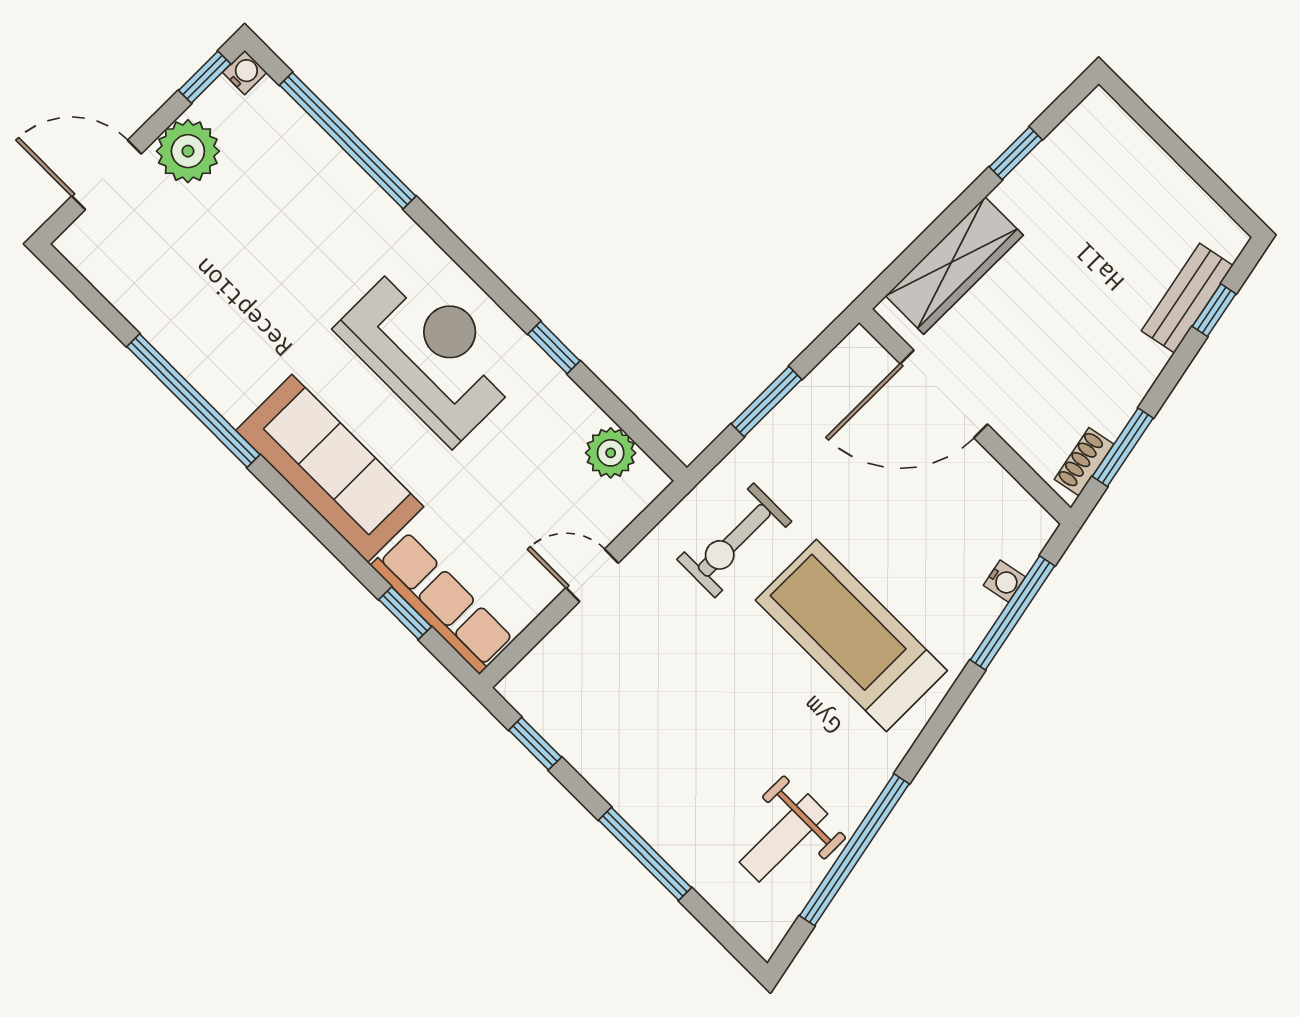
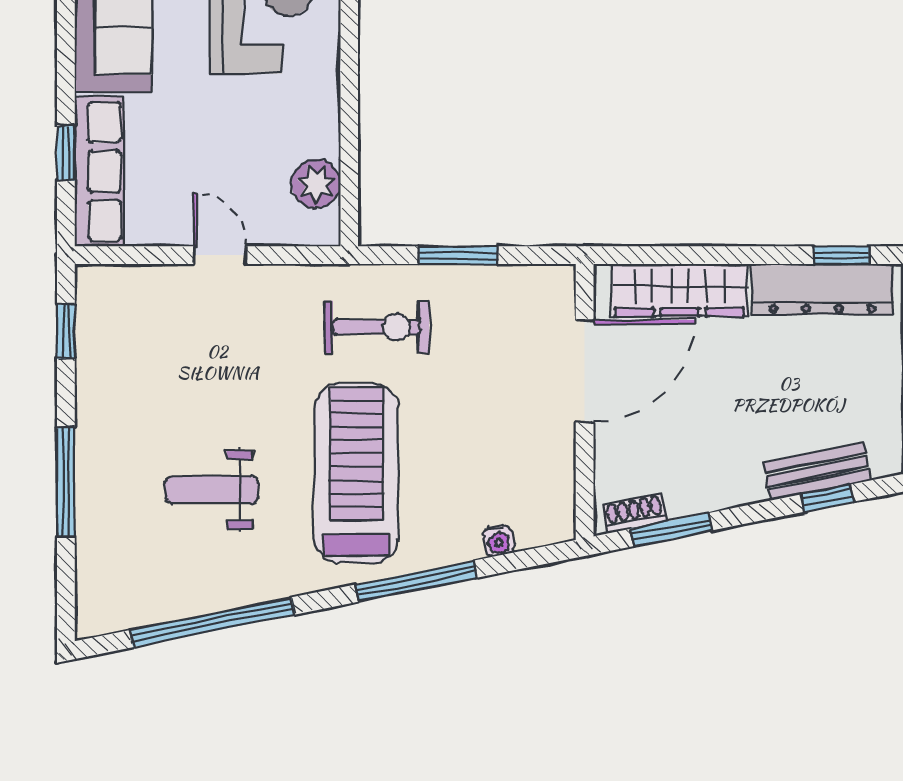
window: (1016, 153) -> (841, 255), moved
dresser: (1058, 161) -> (822, 289), added
window: (554, 347) -> (349, 73), removed
door: (944, 394) -> (585, 371), swing flipped
exercise bike: (734, 540) -> (377, 327), moved, turned 180
window: (1012, 613) -> (416, 581), moved
weight bench: (783, 838) -> (212, 490), moved

